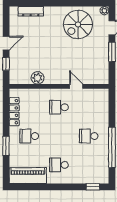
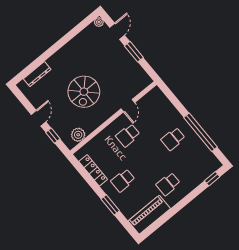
spiral stairs: (78, 24) -> (84, 92), moved
plant: (38, 78) -> (78, 135), moved
door: (76, 86) -> (128, 106), swing flipped

